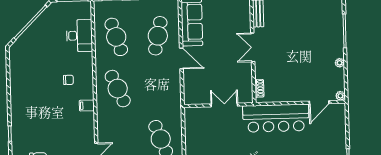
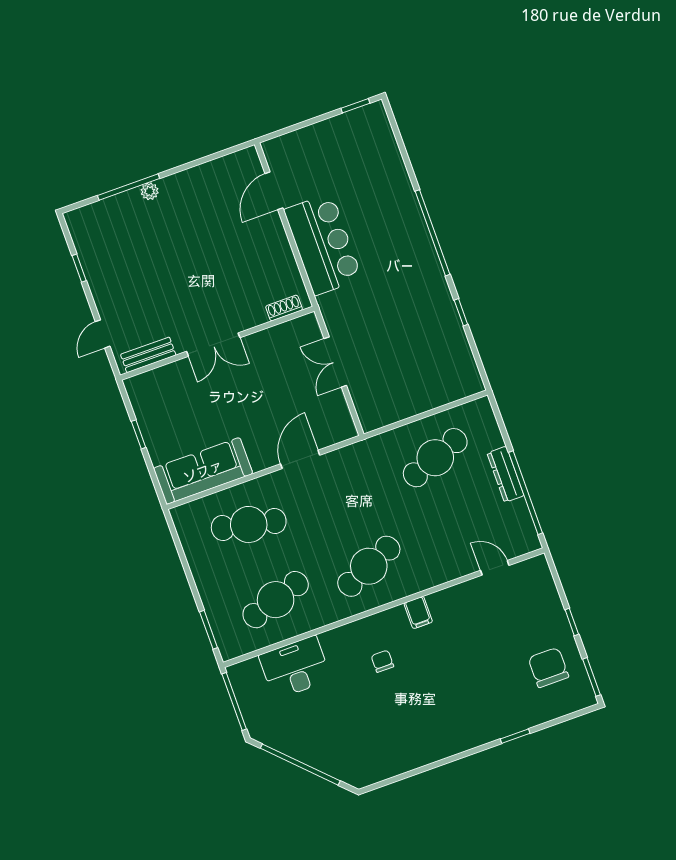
door: (181, 58) -> (300, 459), moved
plant: (340, 63) -> (150, 191), moved
plant: (340, 96) -> (249, 156), removed
door: (319, 102) -> (274, 191), swing flipped
bar counter: (276, 118) -> (323, 244), width x0.73

